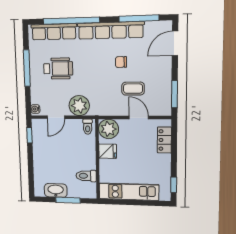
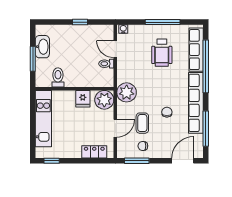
door: (175, 43) -> (183, 161), hinge flipped
chair: (158, 88) -> (143, 146), added
plant: (79, 106) -> (127, 92), moved
toilet: (88, 127) -> (106, 64), moved
window: (29, 135) -> (80, 22), moved

